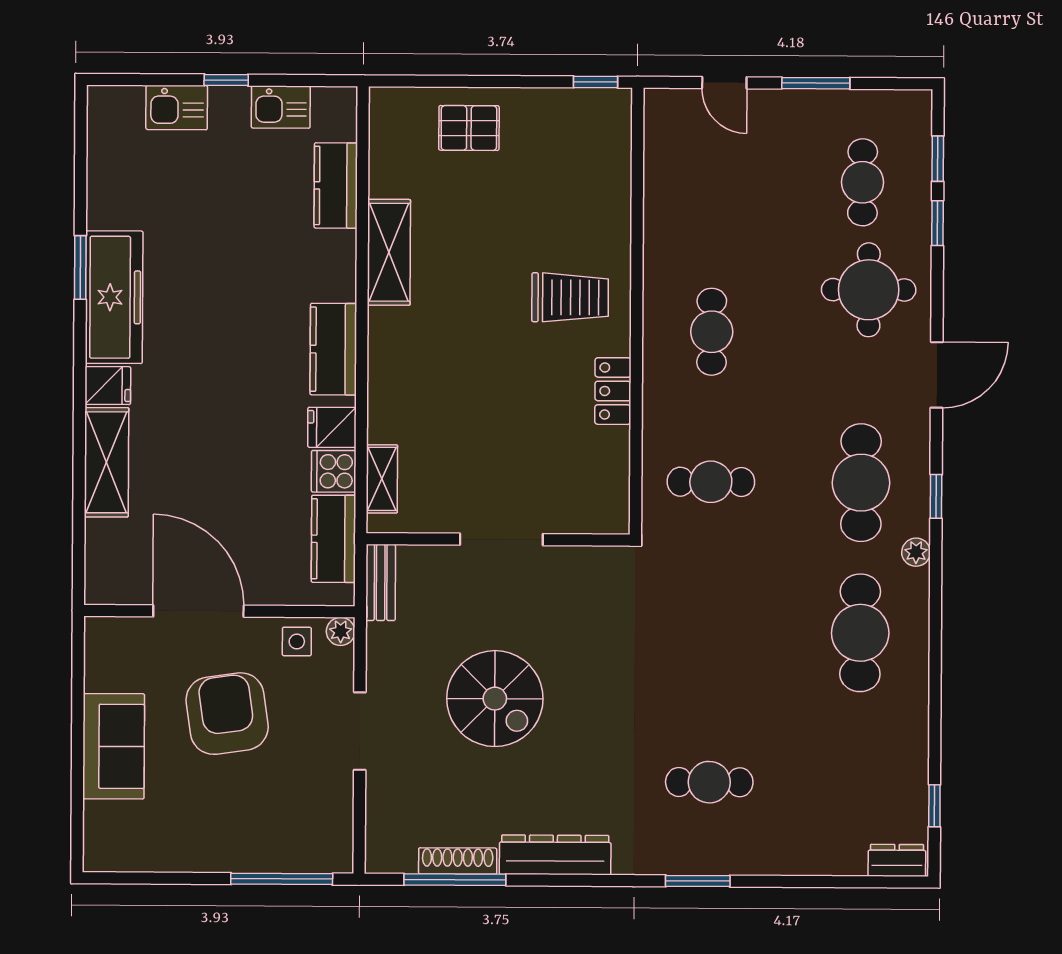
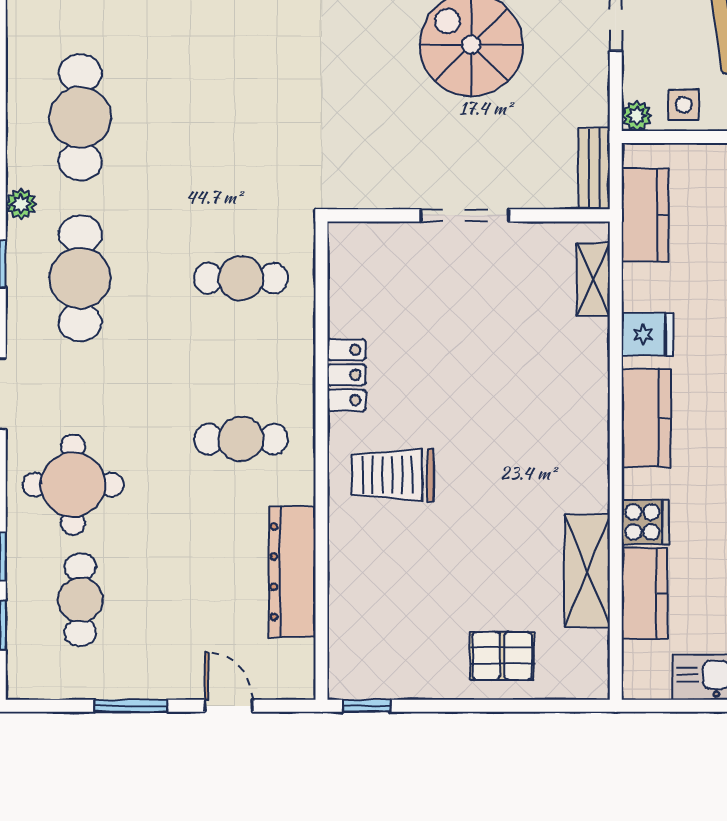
dresser: (665, 207) -> (292, 572), added
shelving: (389, 252) -> (587, 571), moved
cafe table: (712, 332) -> (241, 439), turned 90
cooker: (334, 471) -> (645, 522), moved

